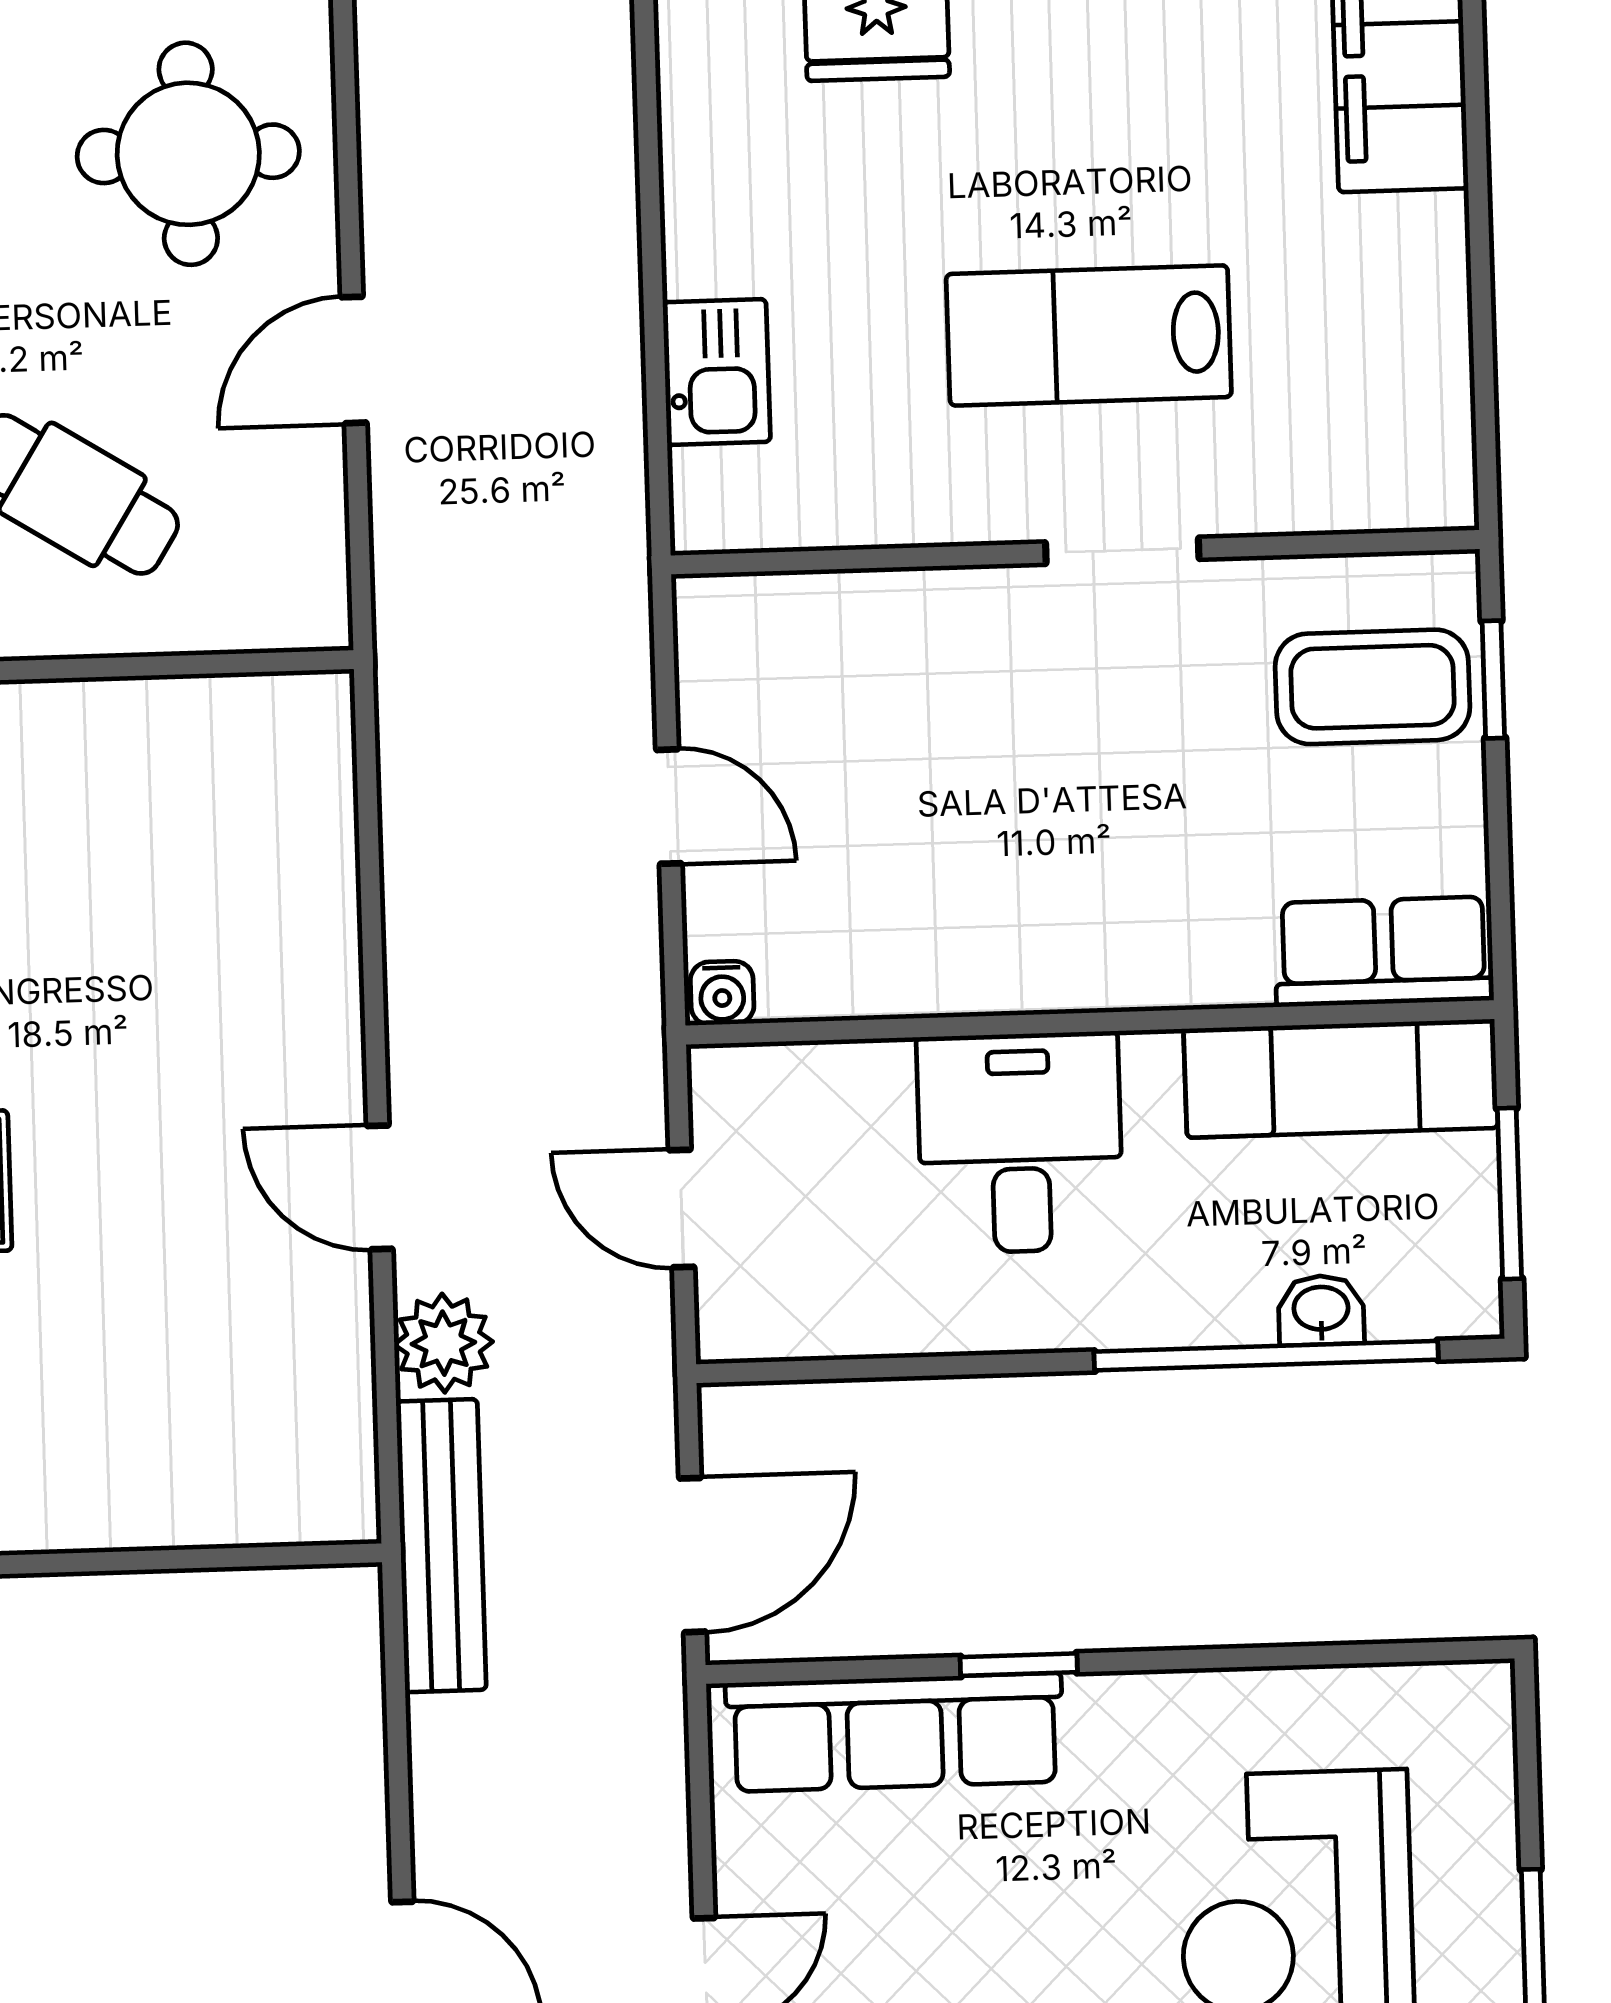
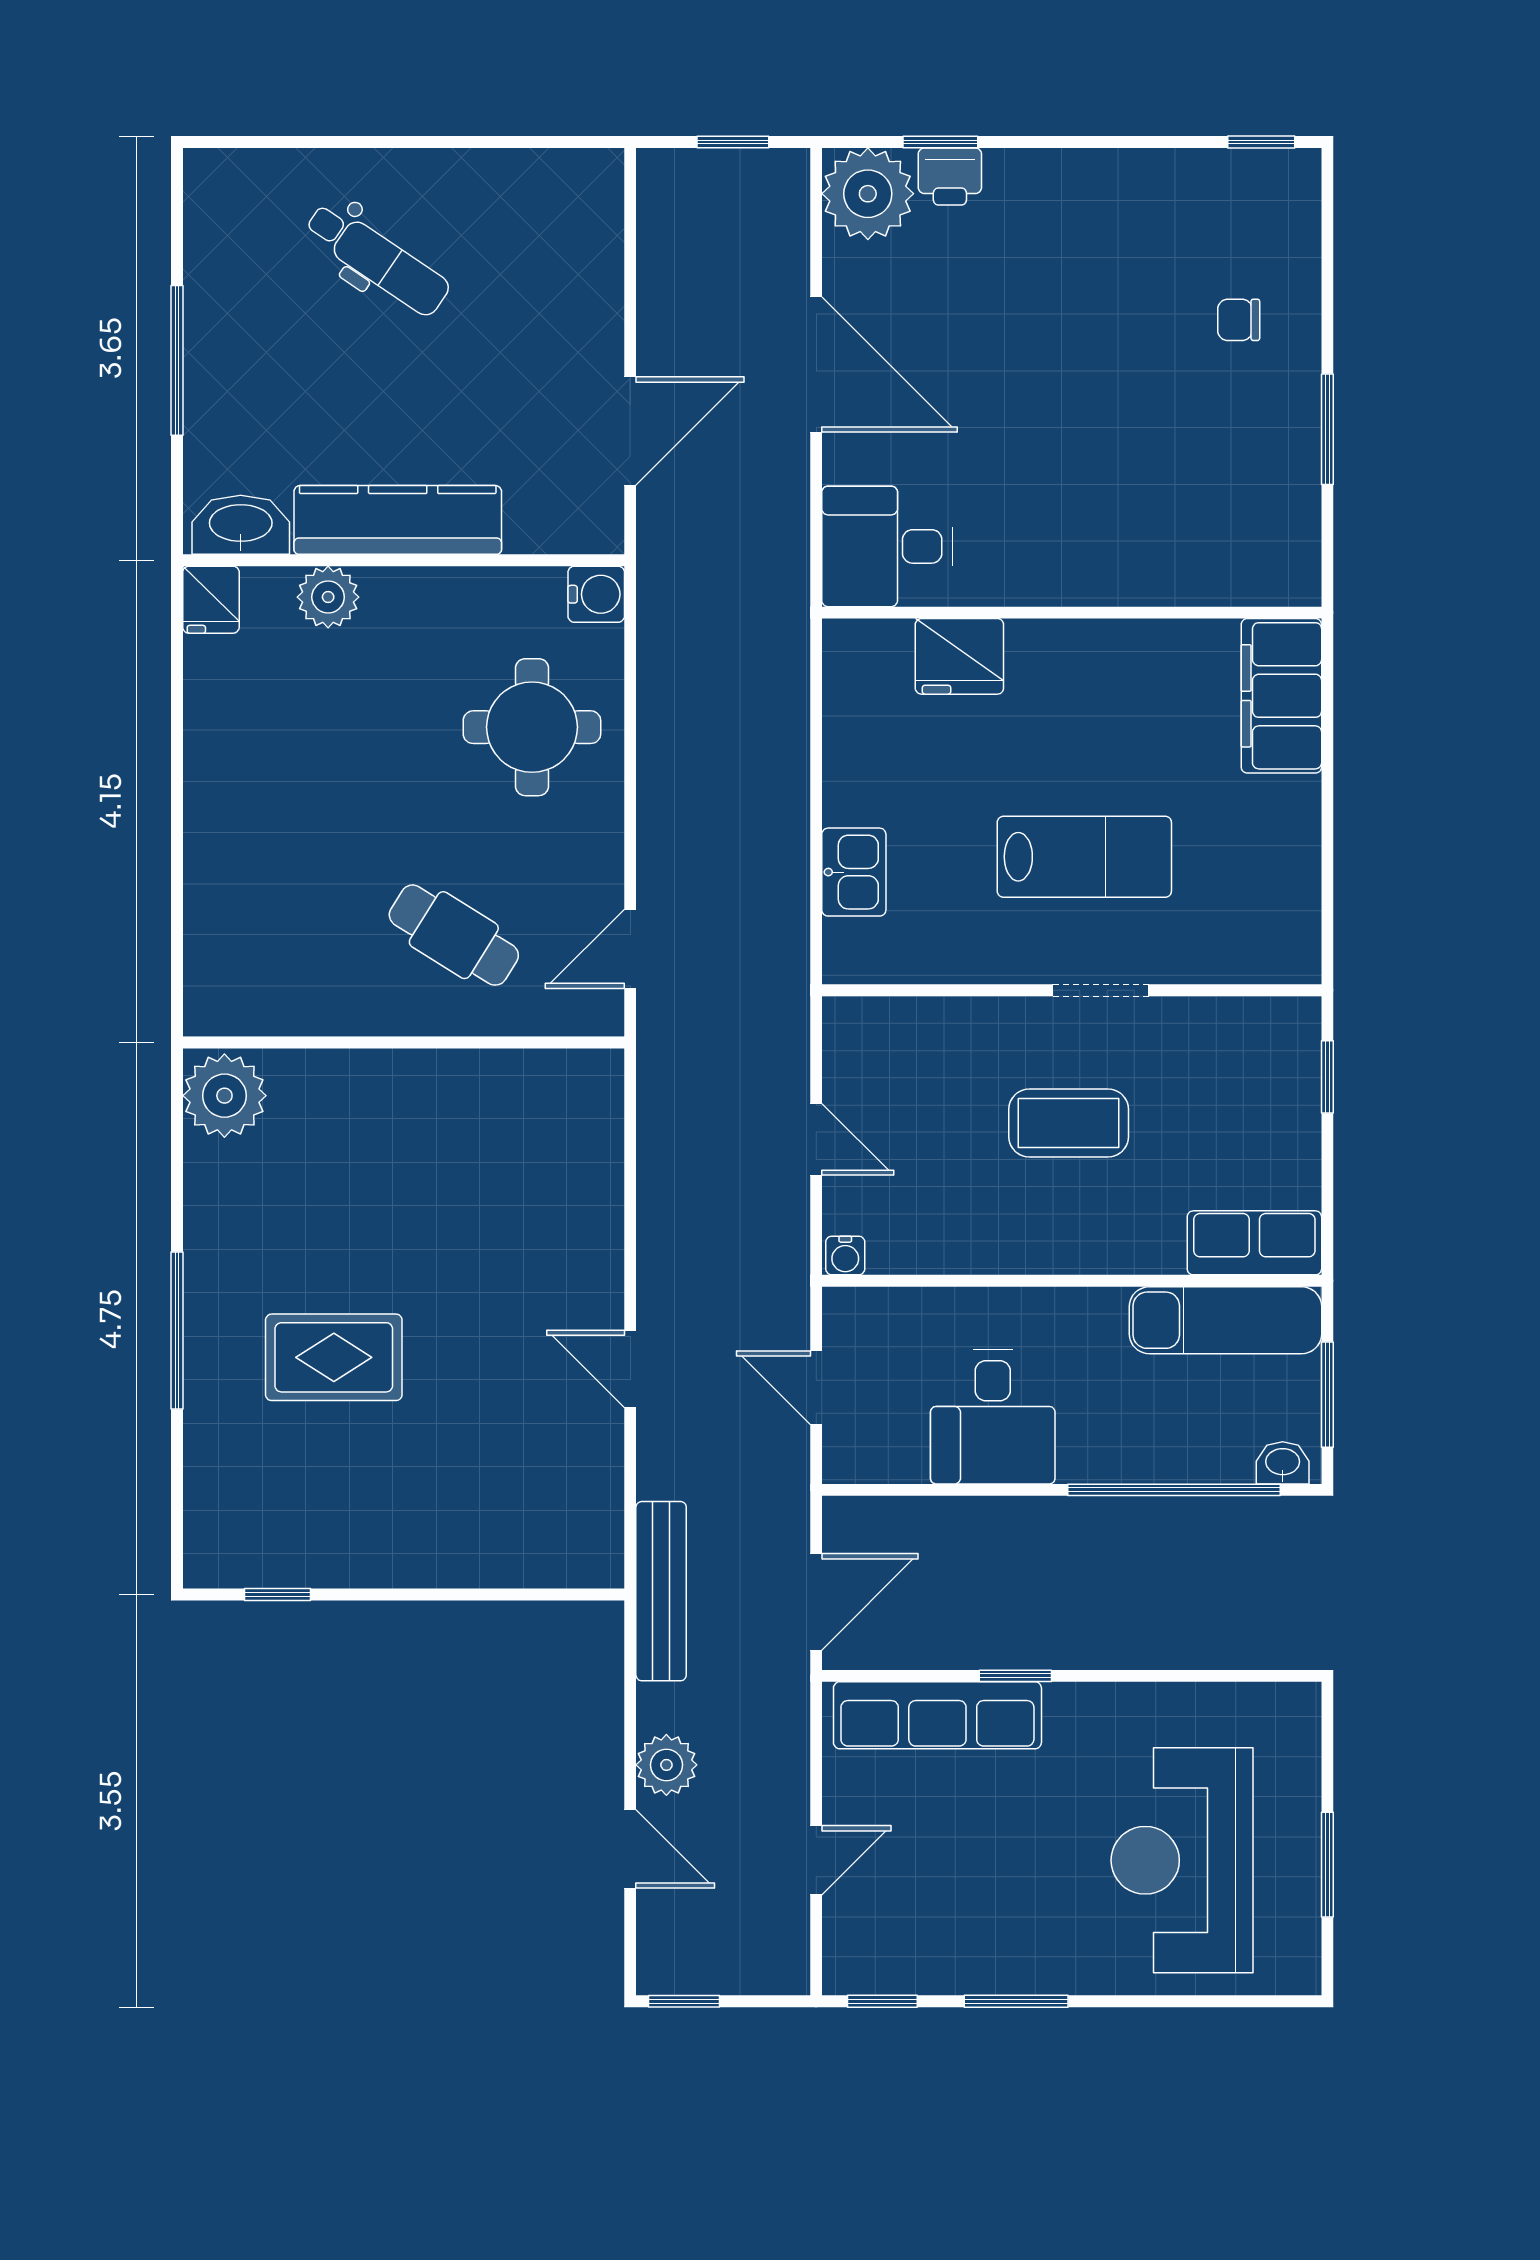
lab bench: (1089, 335) -> (1084, 857), turned 180
door: (354, 360) -> (630, 949), moved
coffee table: (1373, 687) -> (1069, 1123), moved
desk: (1020, 1143) -> (993, 1417), moved, turned 180
washbasin: (1321, 1310) -> (1283, 1463), moved
plant: (443, 1343) -> (666, 1765), moved

